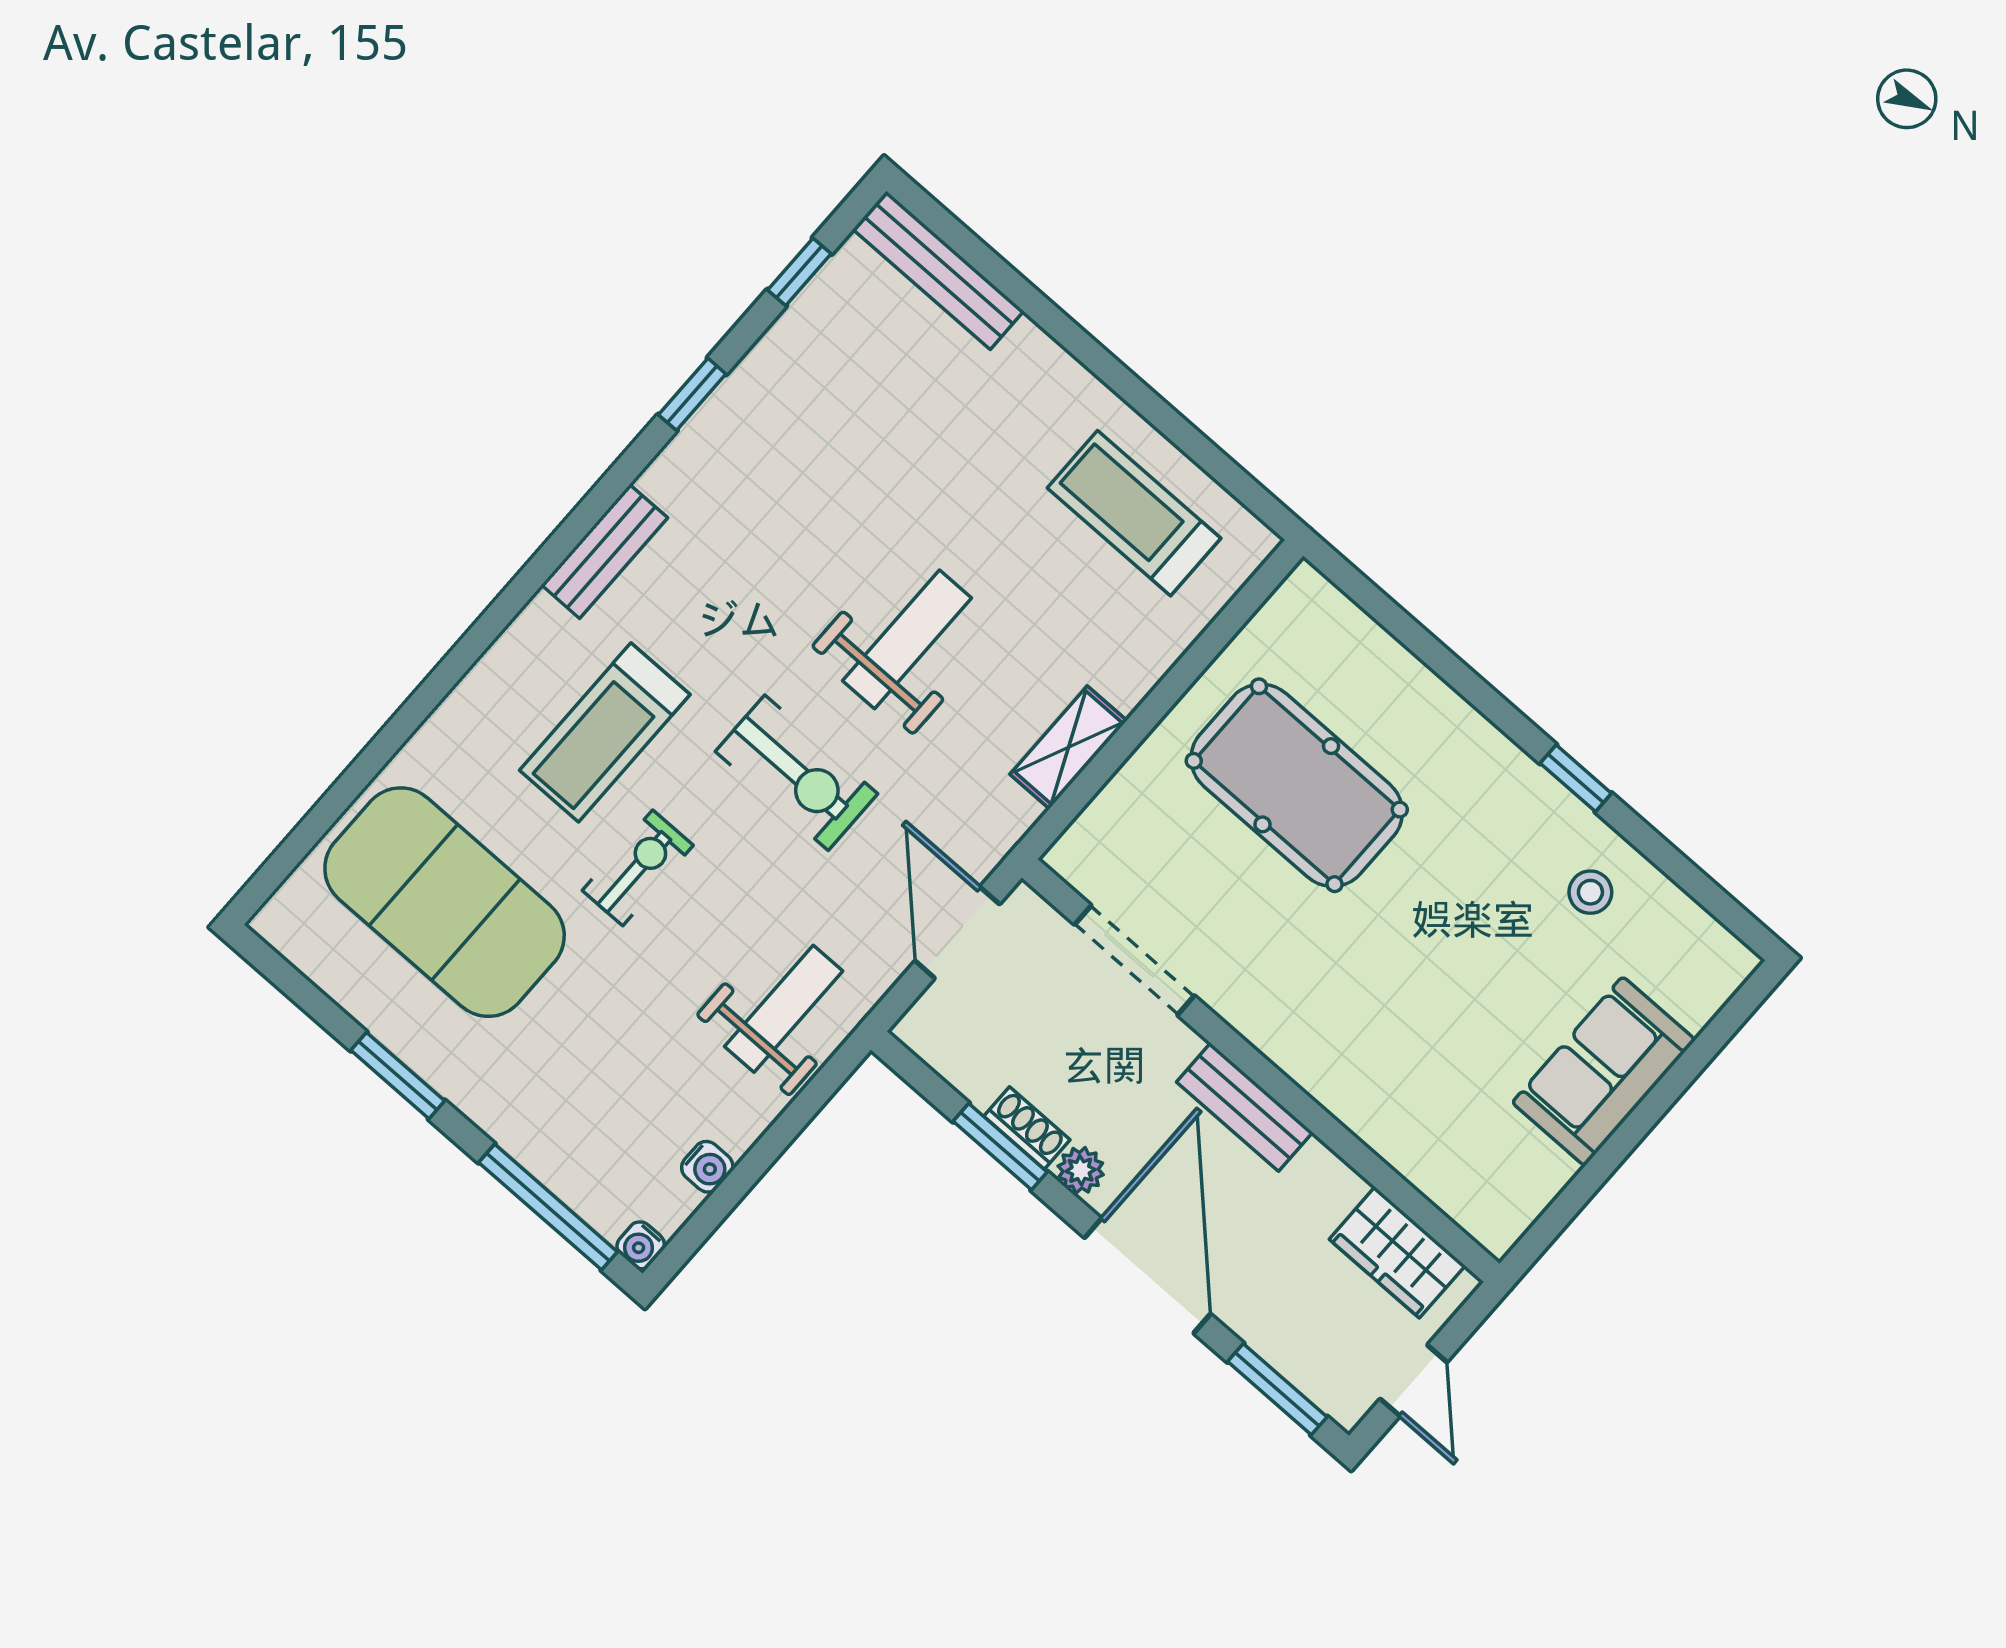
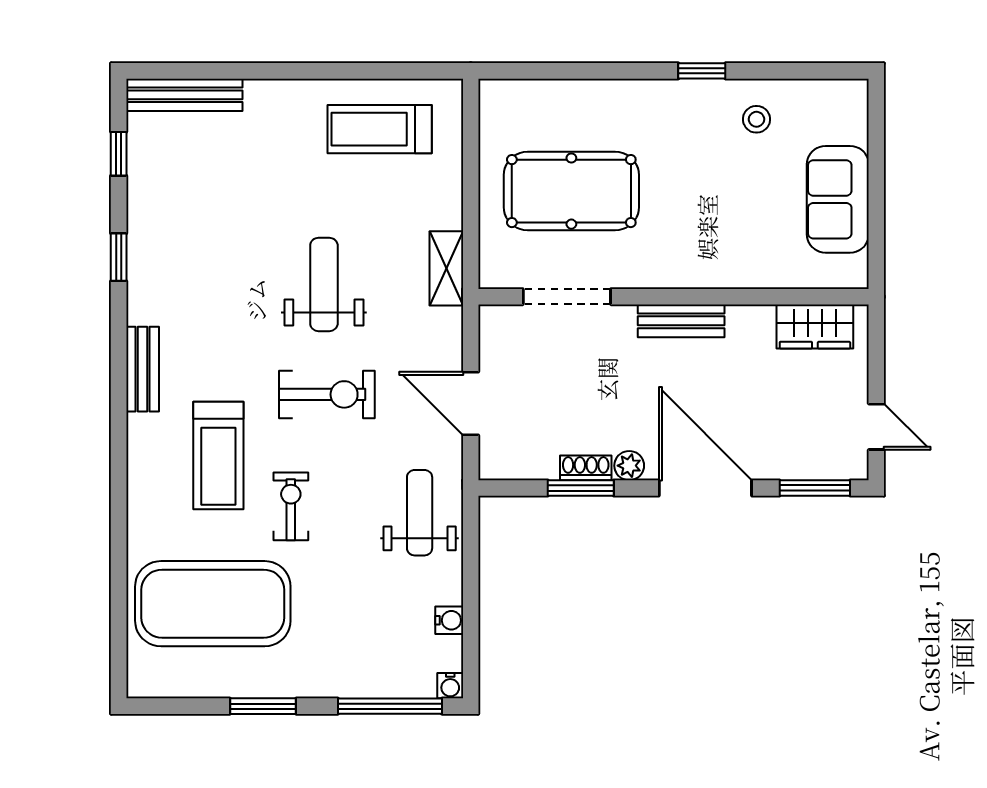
doorway: (1134, 960) -> (567, 297), moved
wall: (1261, 1071) -> (674, 297), moved
bench: (1245, 1107) -> (681, 321), moved
wardrobe: (1397, 1252) -> (815, 326), moved

